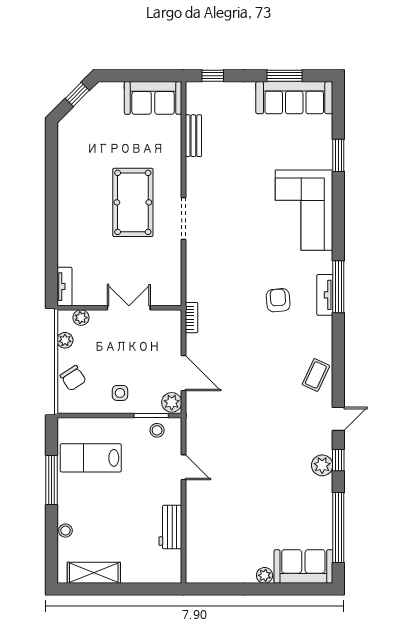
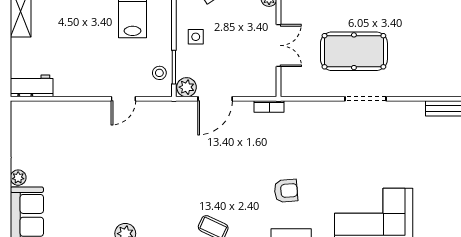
pool table: (133, 202) -> (354, 51), moved
workbench: (170, 527) -> (32, 86), moved

